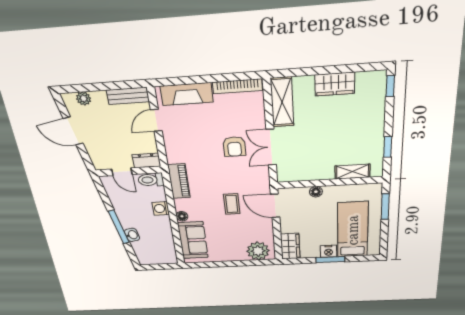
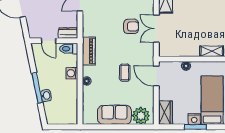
armchair: (234, 147) -> (131, 26), turned -90
sofa: (193, 240) -> (114, 115), moved, turned -90

